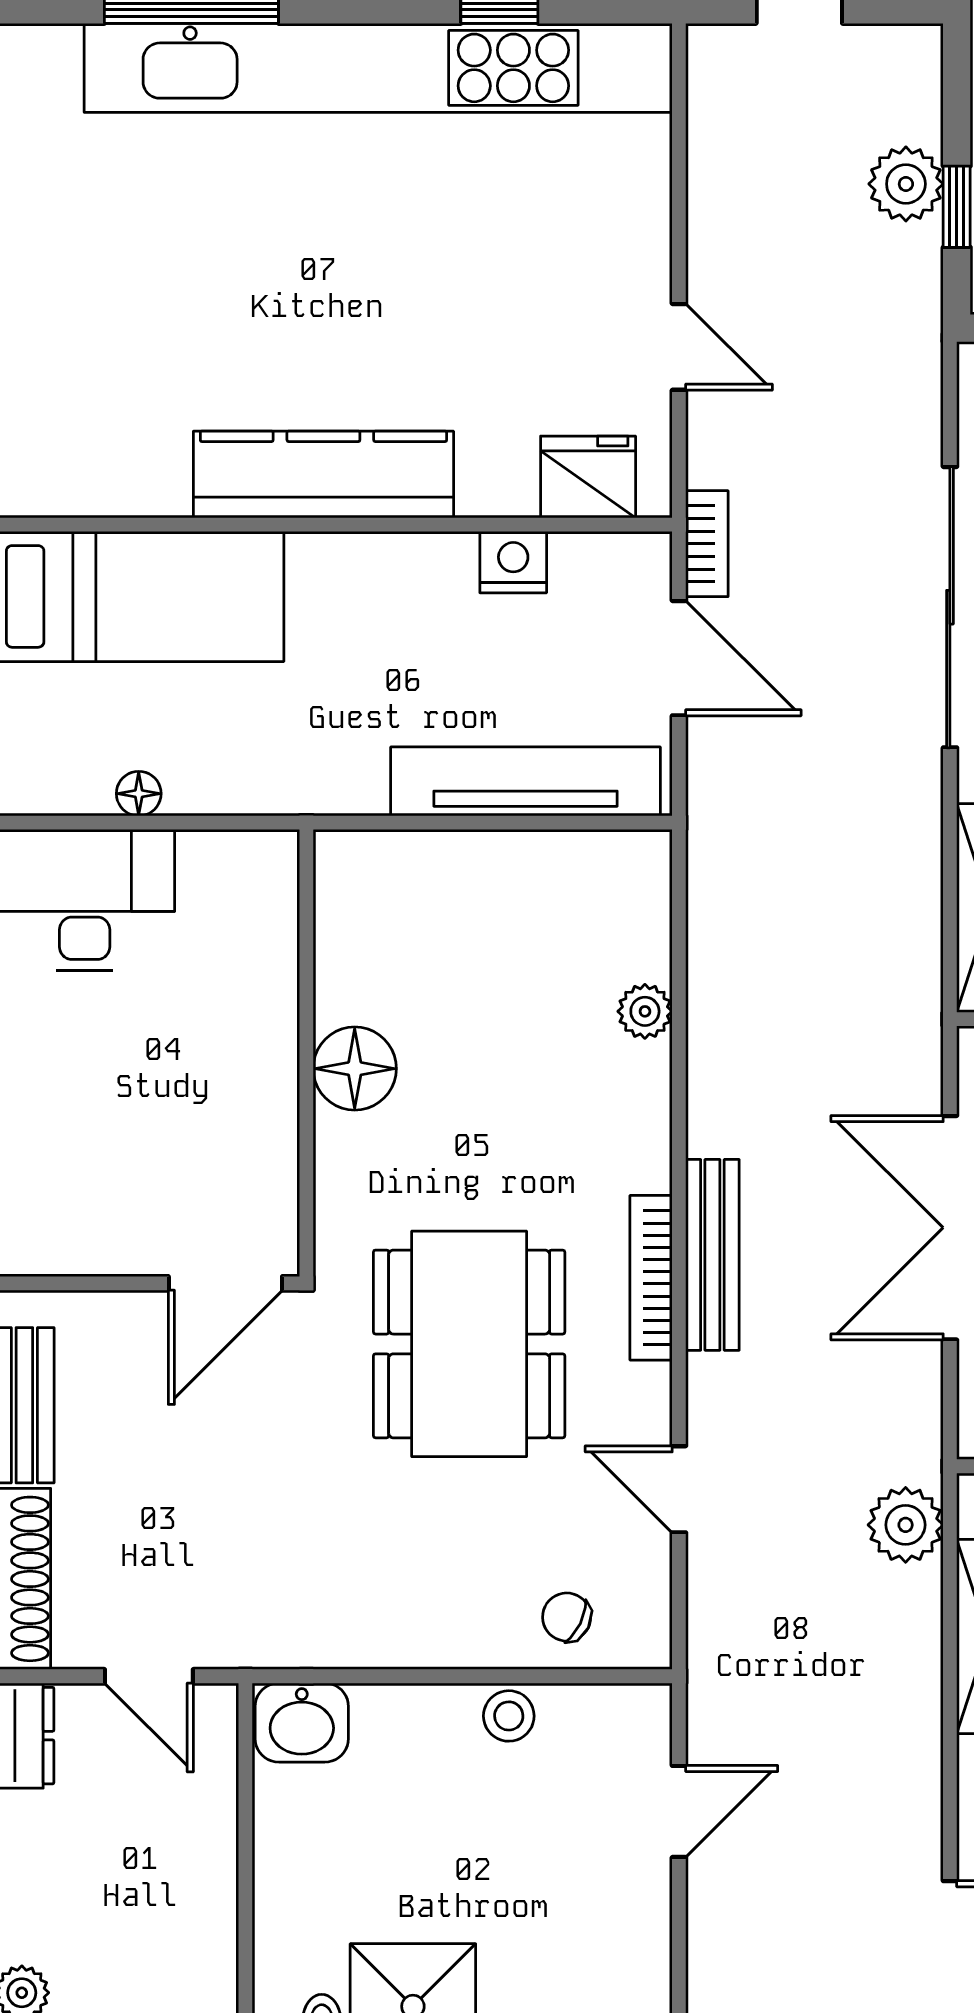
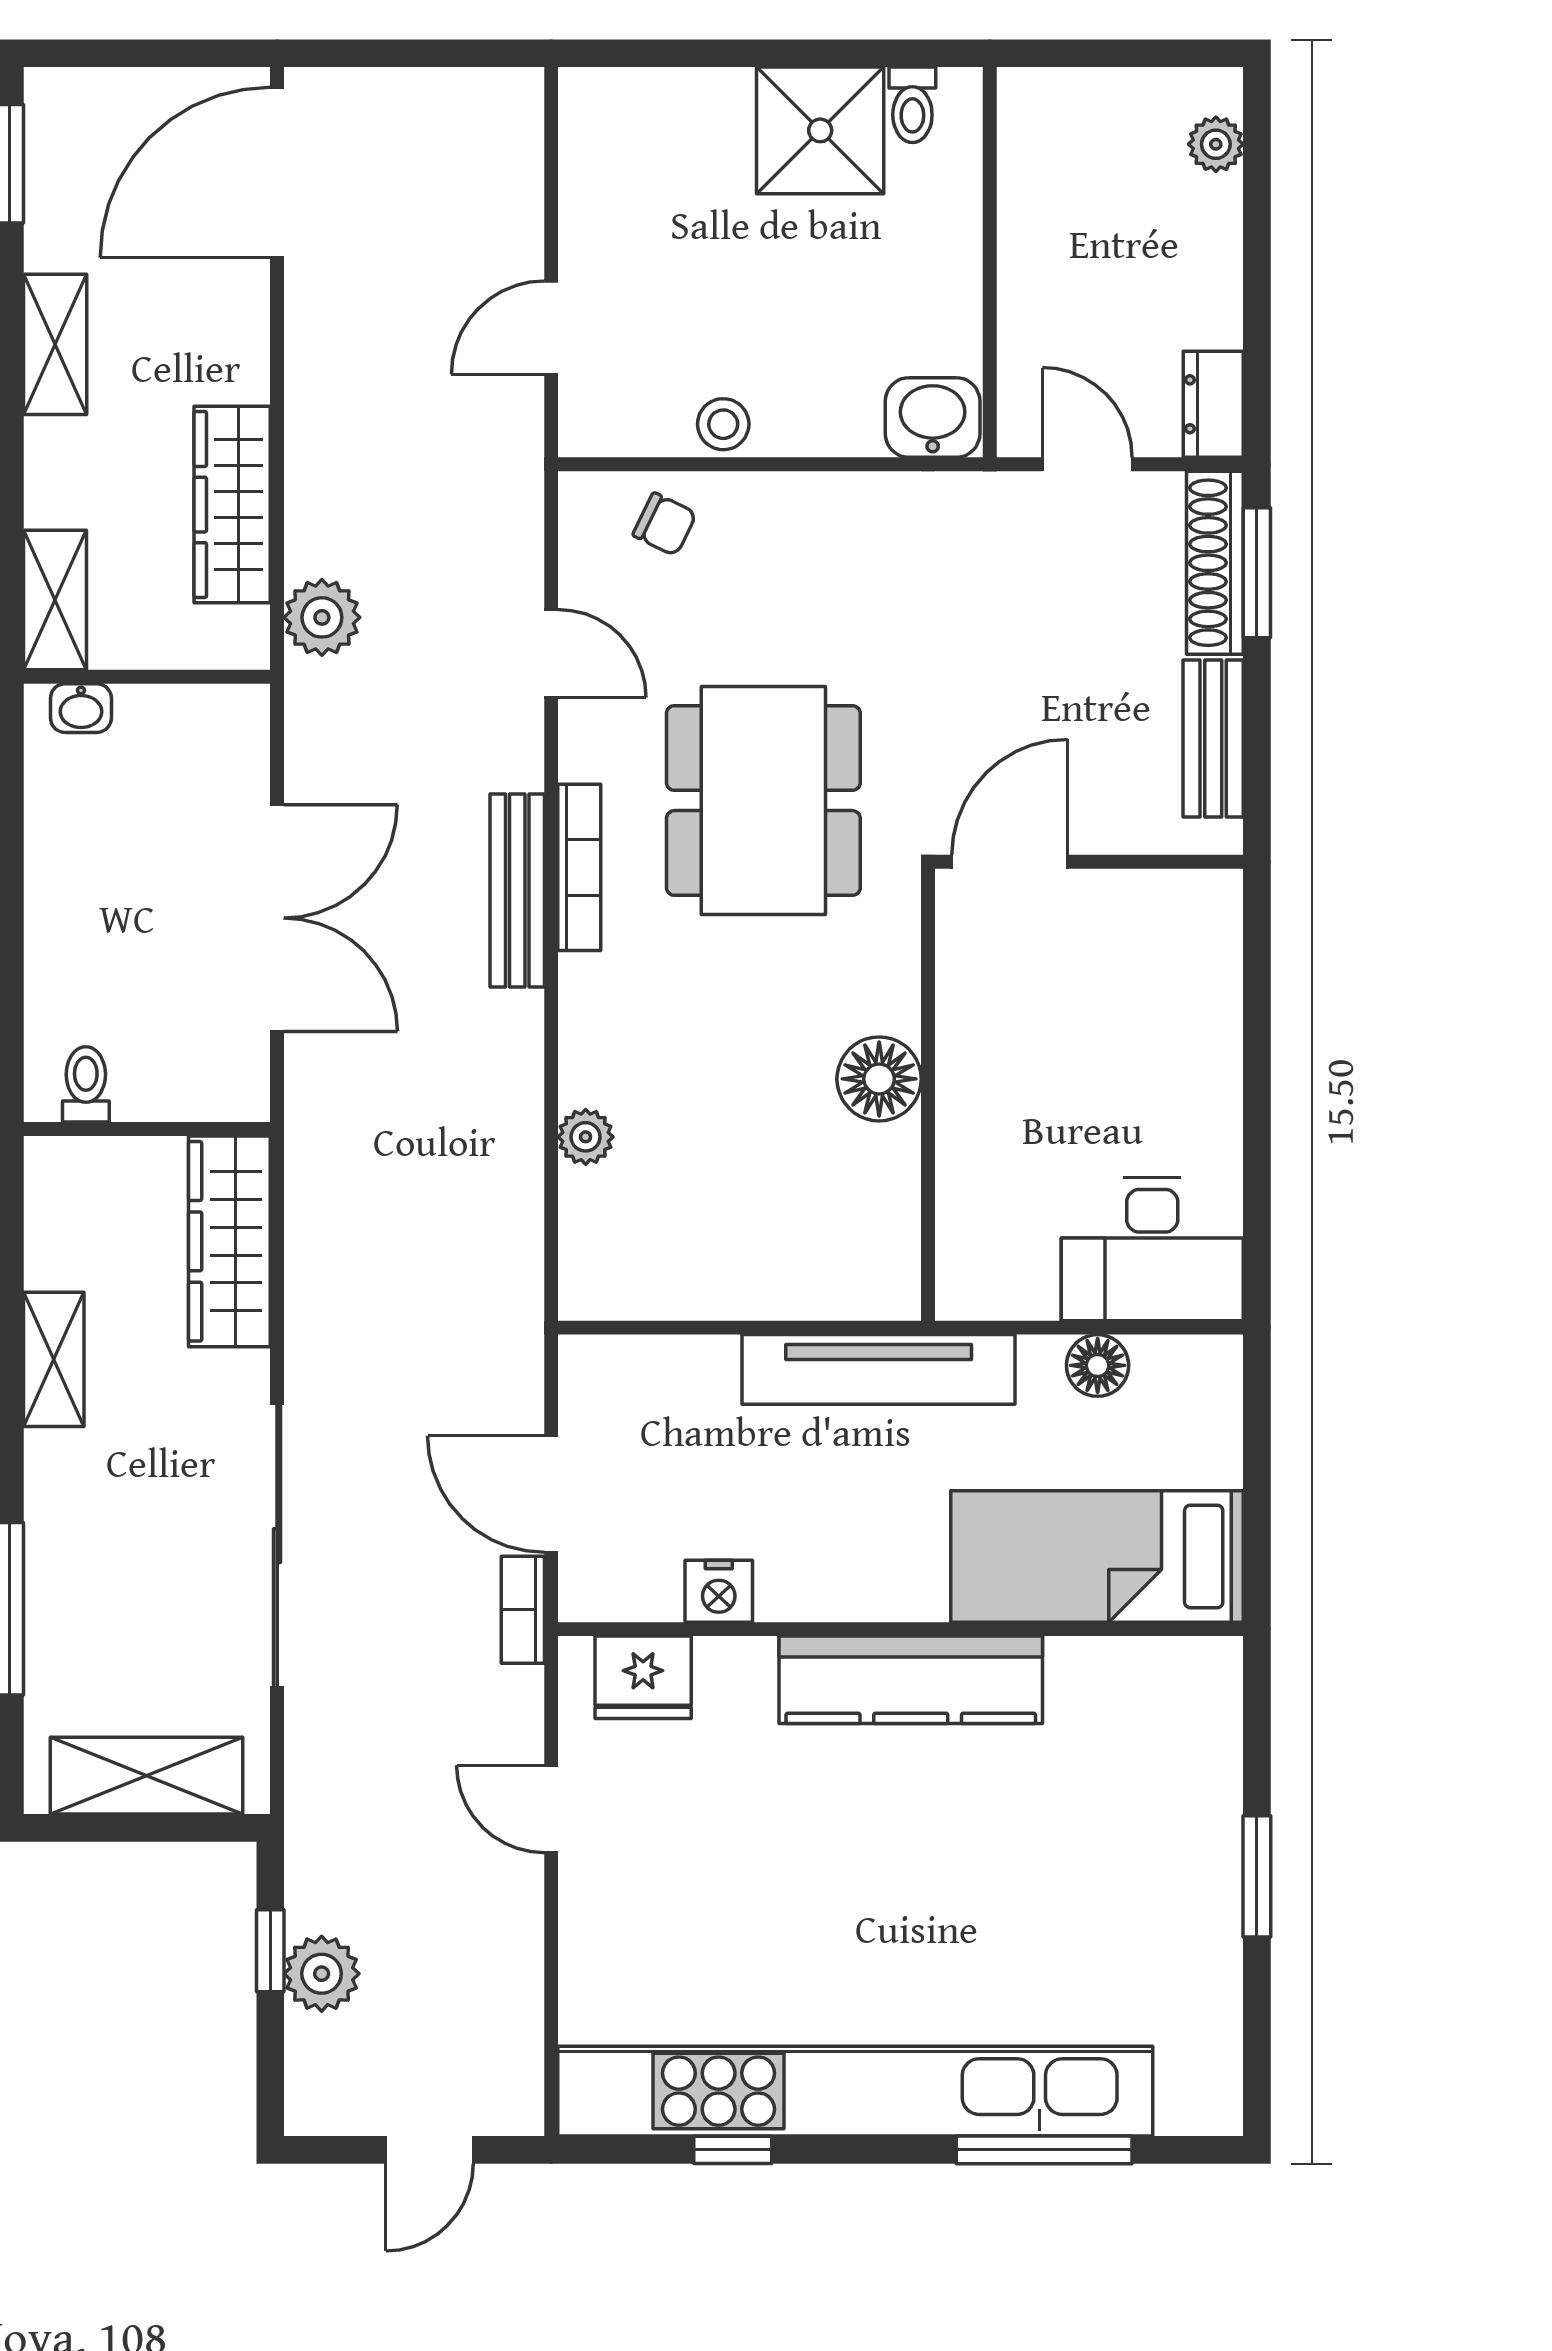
tv unit: (525, 781) -> (879, 1369), moved
floor lamp: (139, 794) -> (1098, 1365), width x1.37, depth x1.37

